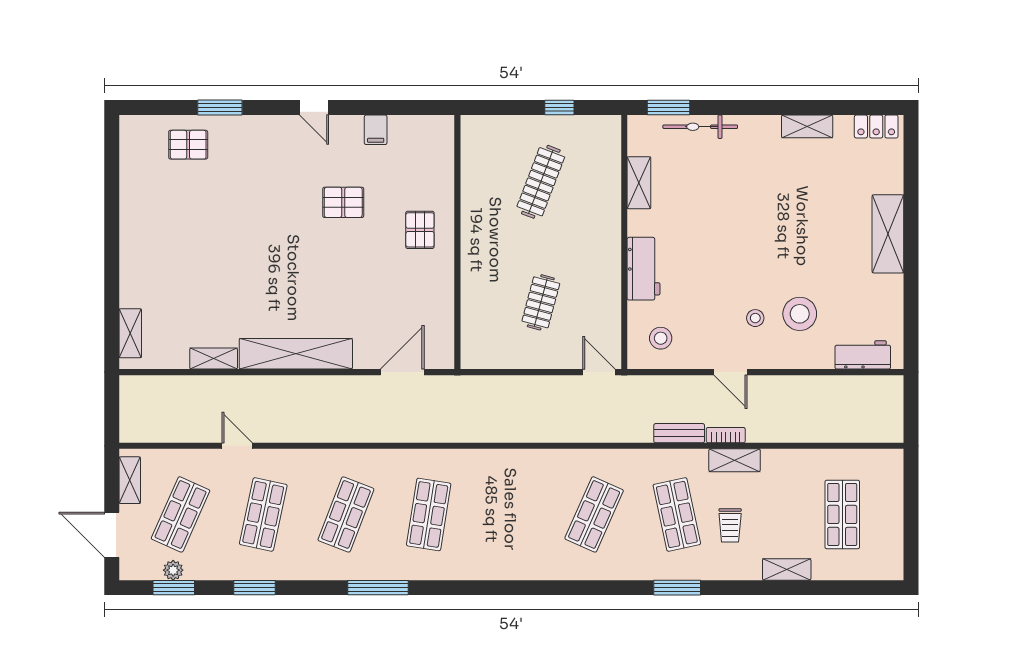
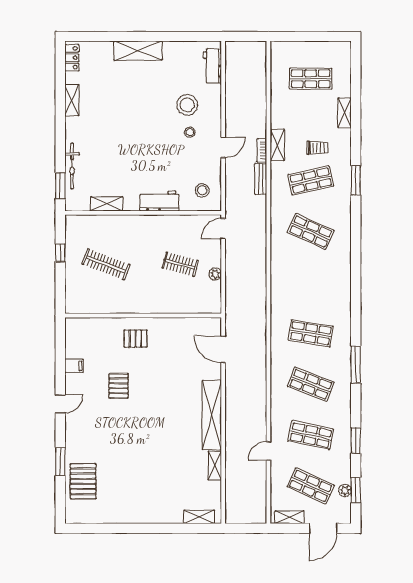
pallet: (188, 145) -> (83, 481), width x1.50, depth x1.42
plant: (525, 359) -> (215, 274), added

